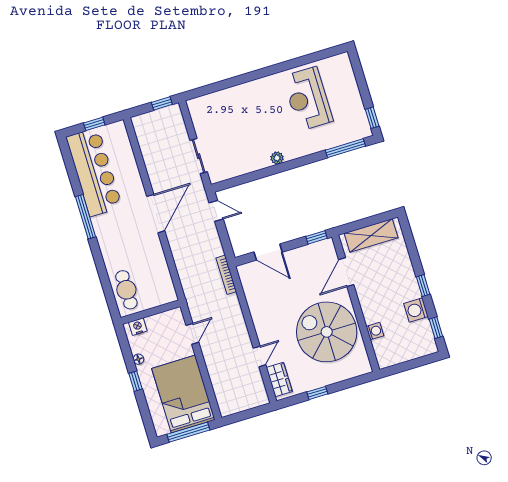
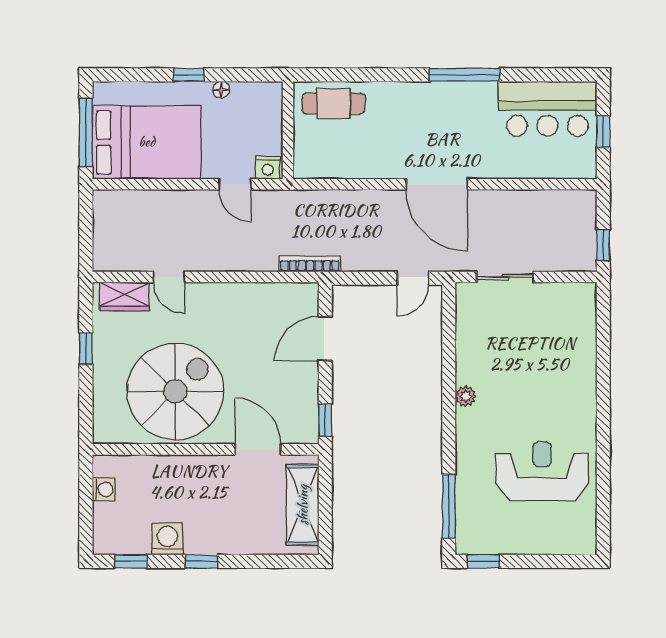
bar counter: (94, 172) -> (547, 109), width x0.73
nightstand: (138, 327) -> (268, 168), moved, turned 90
washing machine: (375, 331) -> (104, 489), moved, turned -90

